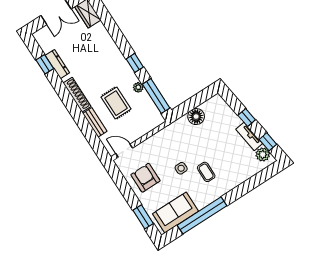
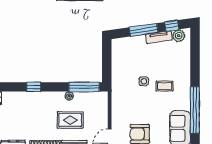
window: (135, 63) -> (34, 87), moved
floor lamp: (196, 117) -> (119, 67), removed
window: (247, 118) -> (144, 30), width x2.17
side table: (181, 168) -> (144, 81), moved

